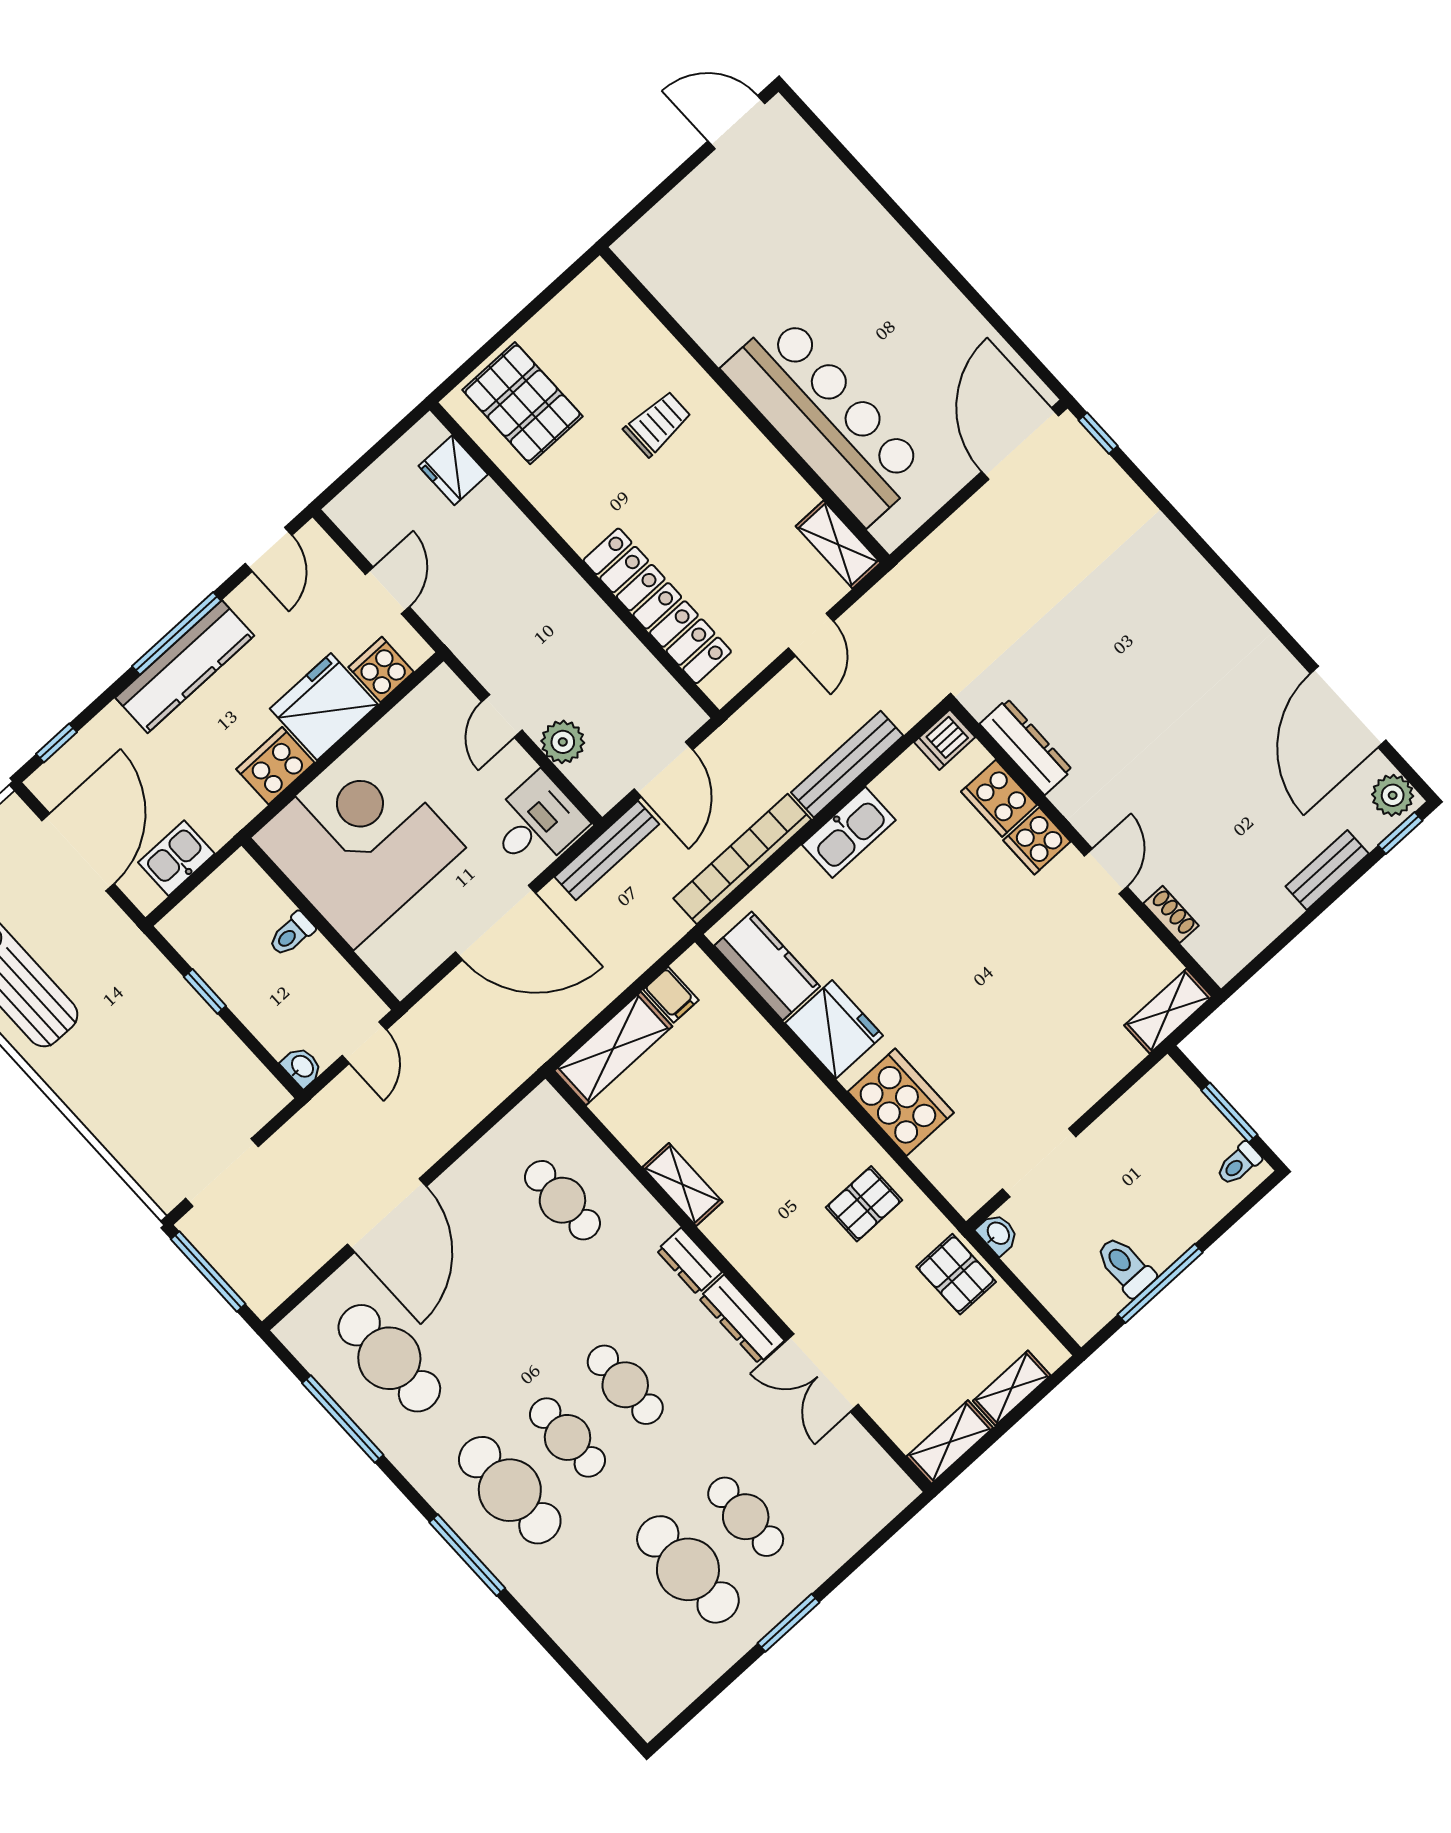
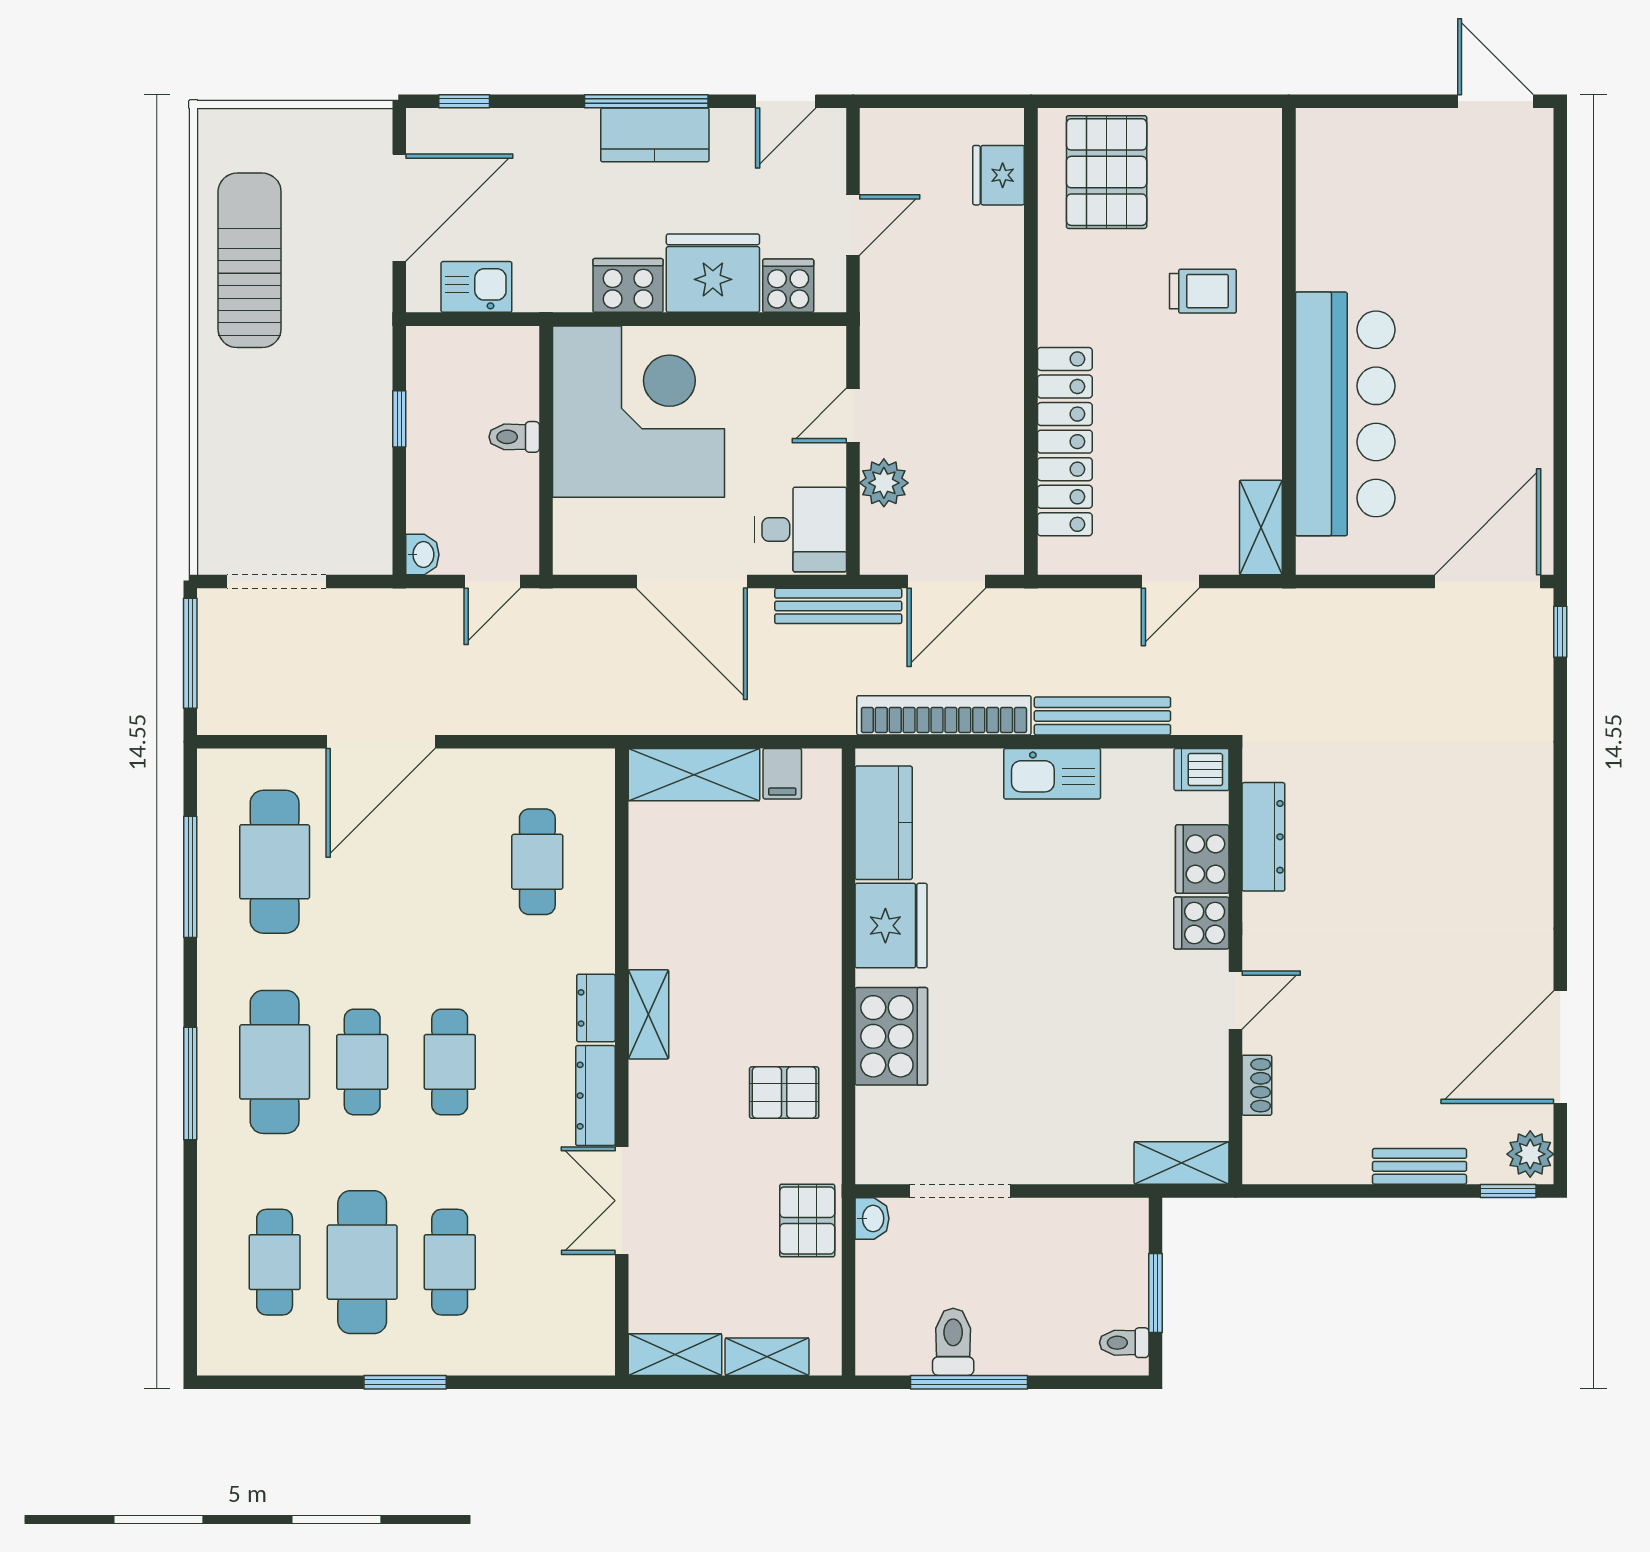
kitchen counter: (185, 667) -> (655, 135), width x0.67
shelving: (682, 1184) -> (648, 1014), moved
cafe table: (630, 1622) -> (275, 1262), added

